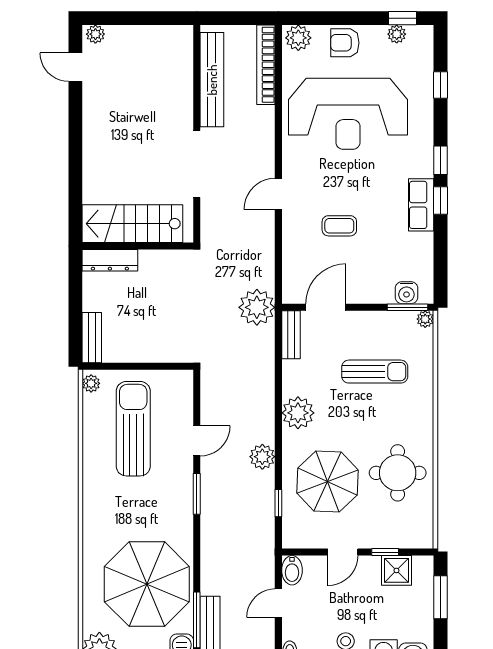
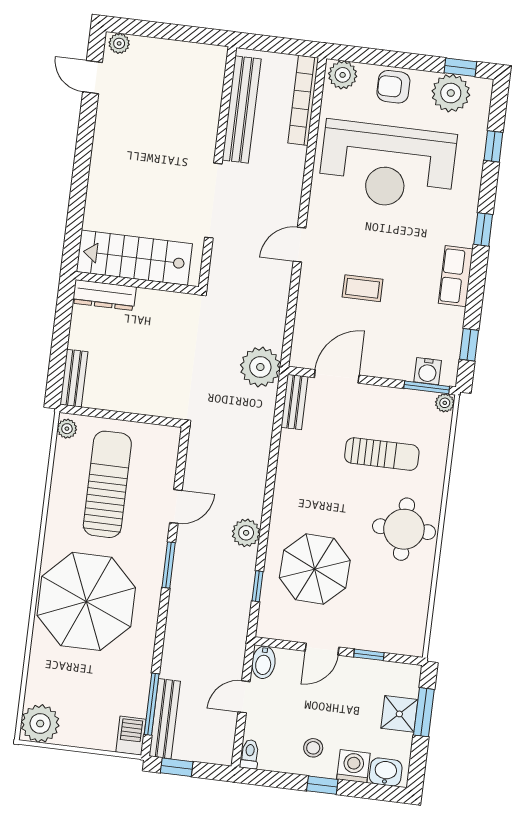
plant: (397, 34) -> (451, 93), width x1.88, depth x1.88
window: (440, 201) -> (469, 345), moved
plant: (298, 413) -> (291, 489), removed
round table: (398, 473) -> (404, 529), moved
shower: (396, 570) -> (399, 714), moved
parasol: (147, 584) -> (86, 601), moved

